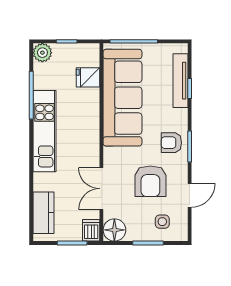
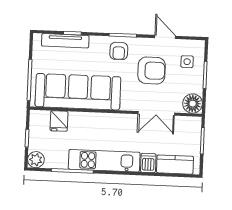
dishwasher: (91, 230) -> (148, 163), moved, turned 90

